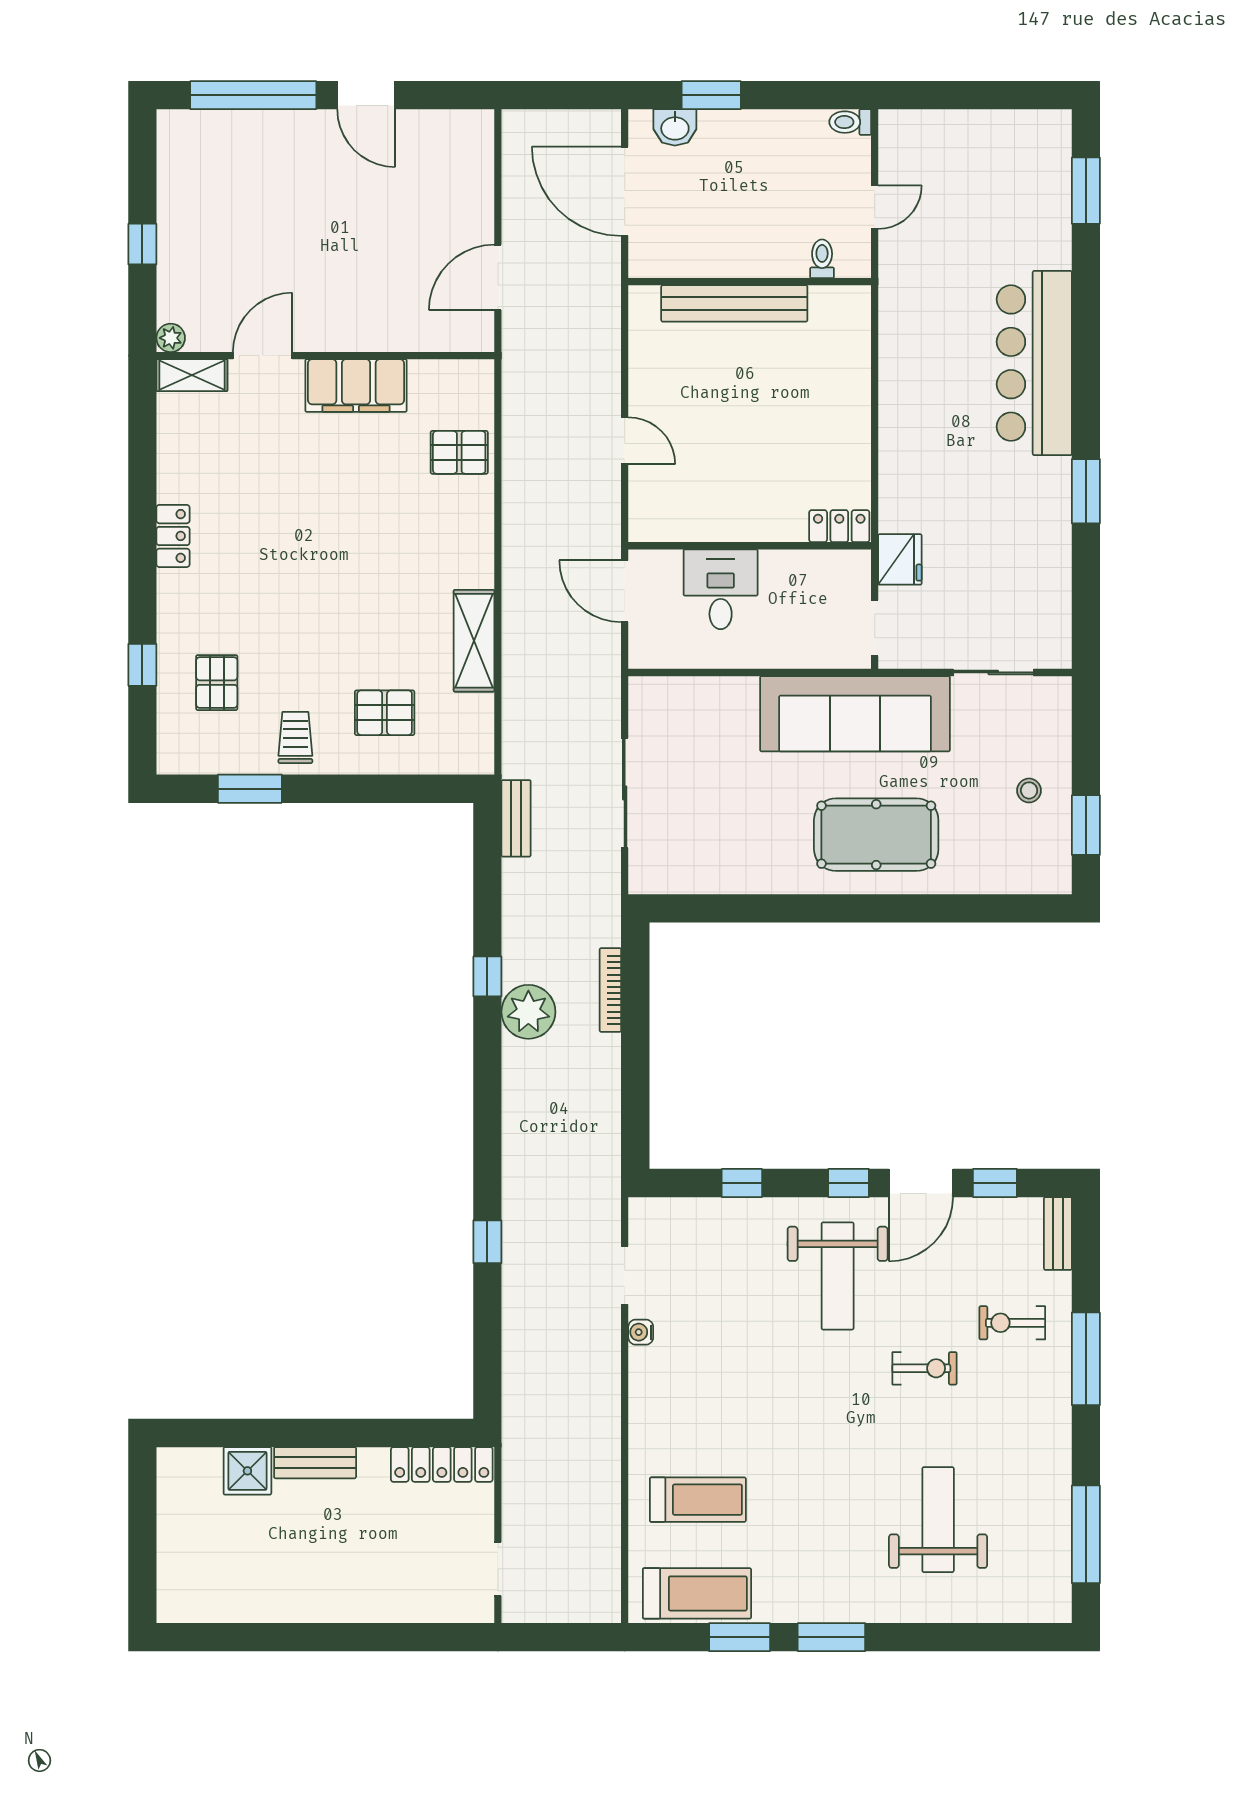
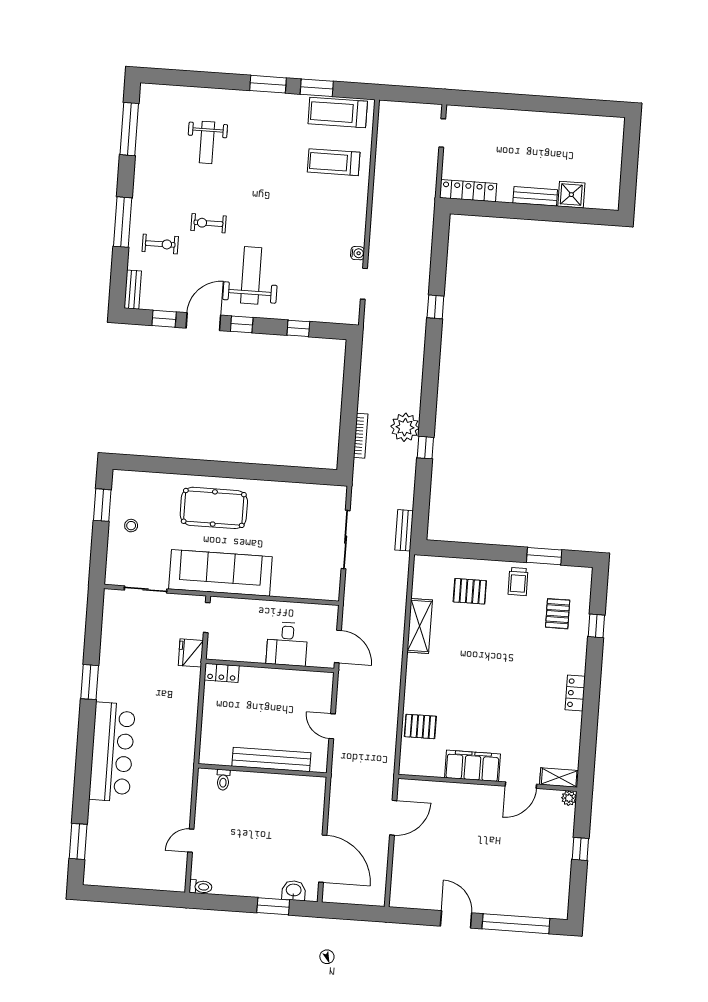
toilet: (822, 259) -> (223, 780), moved
wall: (750, 282) -> (262, 770), moved
bench: (734, 303) -> (271, 760), moved
weight bench: (938, 1520) -> (207, 142), width x0.73, depth x0.75

